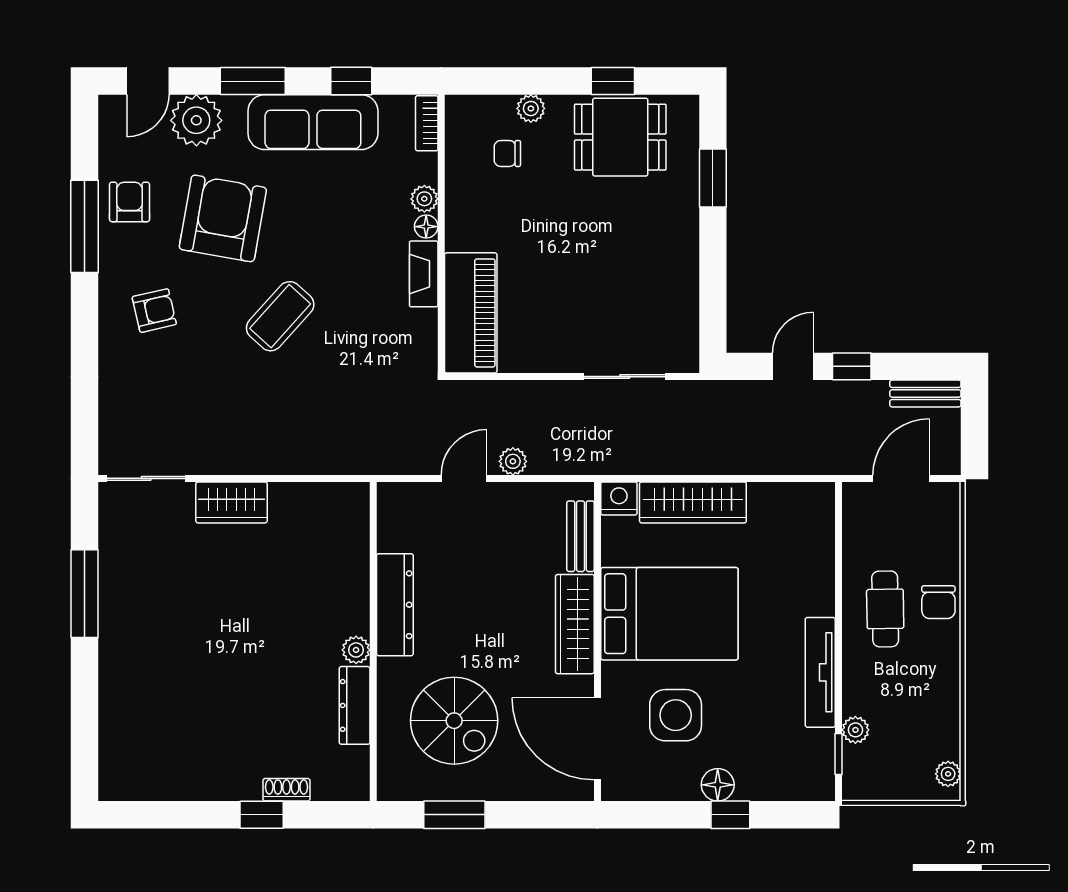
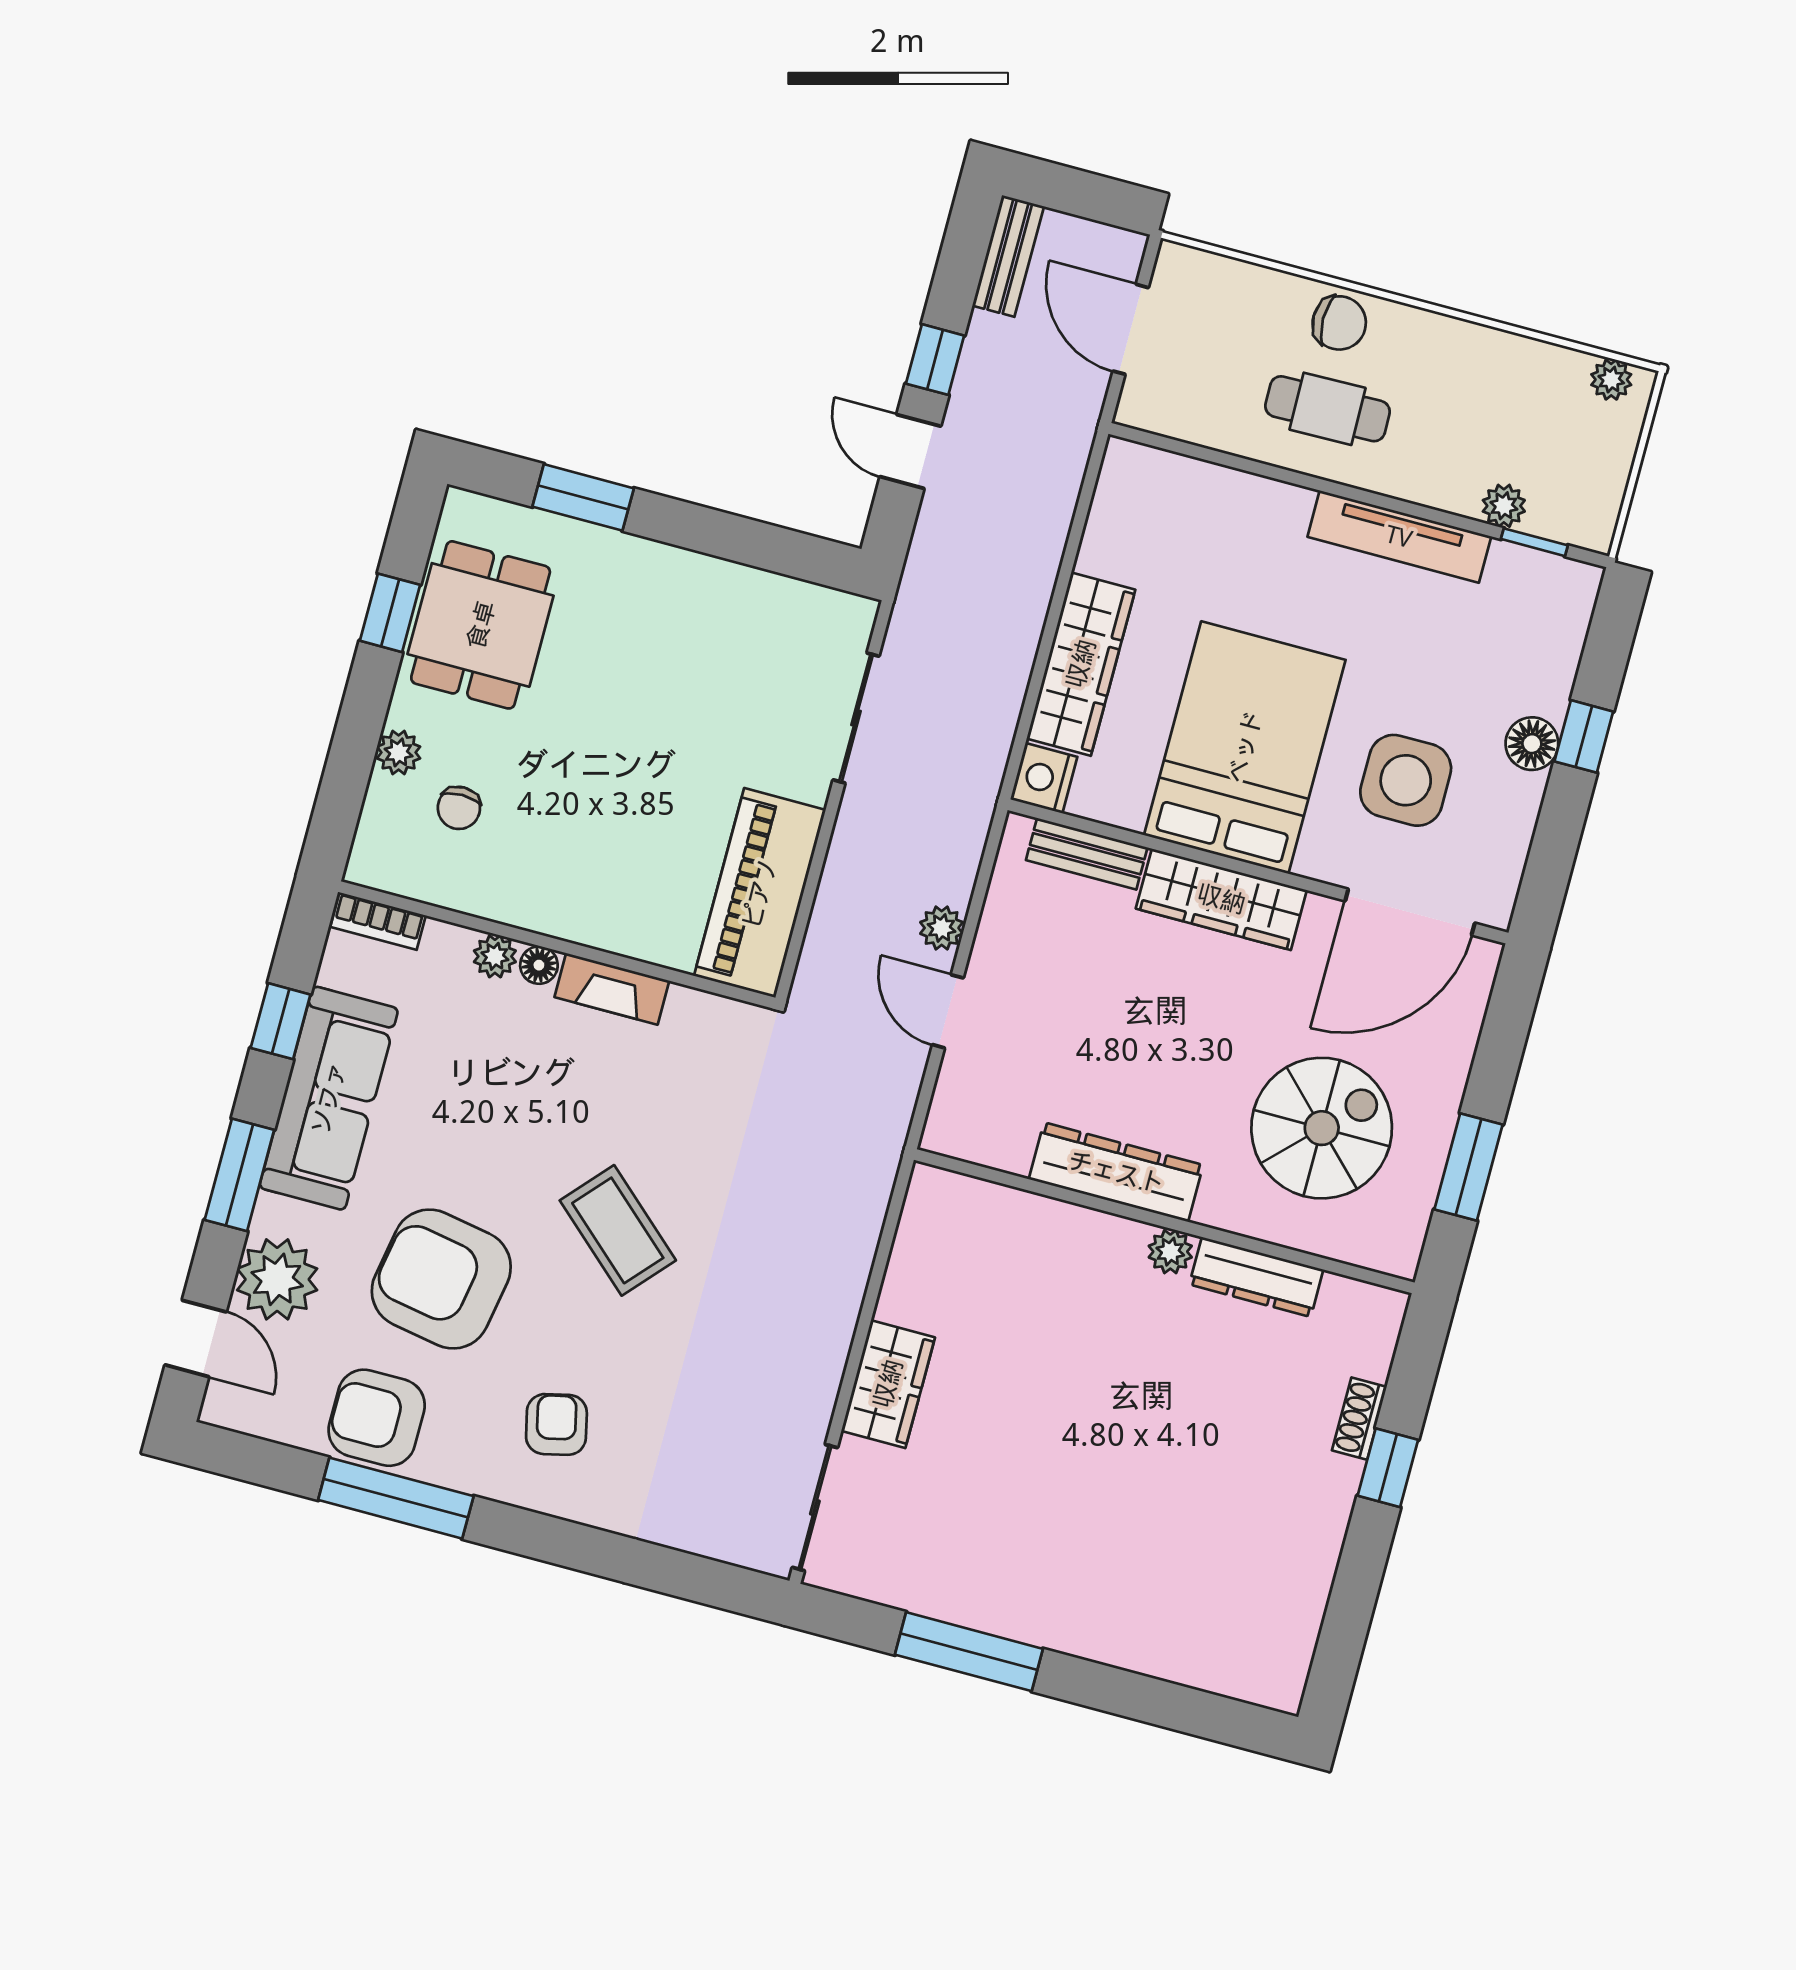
armchair: (130, 202) -> (377, 1418), width x1.38, depth x1.38
piano: (471, 313) -> (760, 893), moved, turned -90

